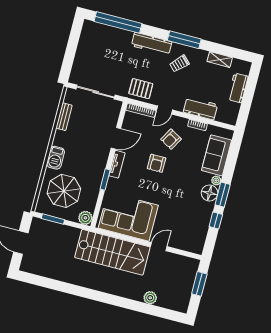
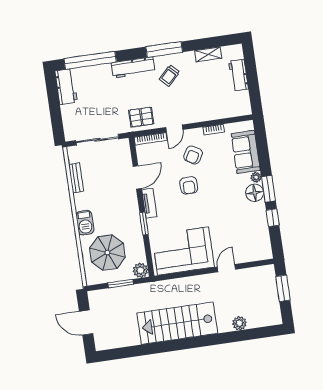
workbench: (200, 108) -> (66, 87), moved, turned 90
window: (53, 219) -> (121, 284), moved
stairs: (112, 252) -> (177, 323), moved, turned 180

